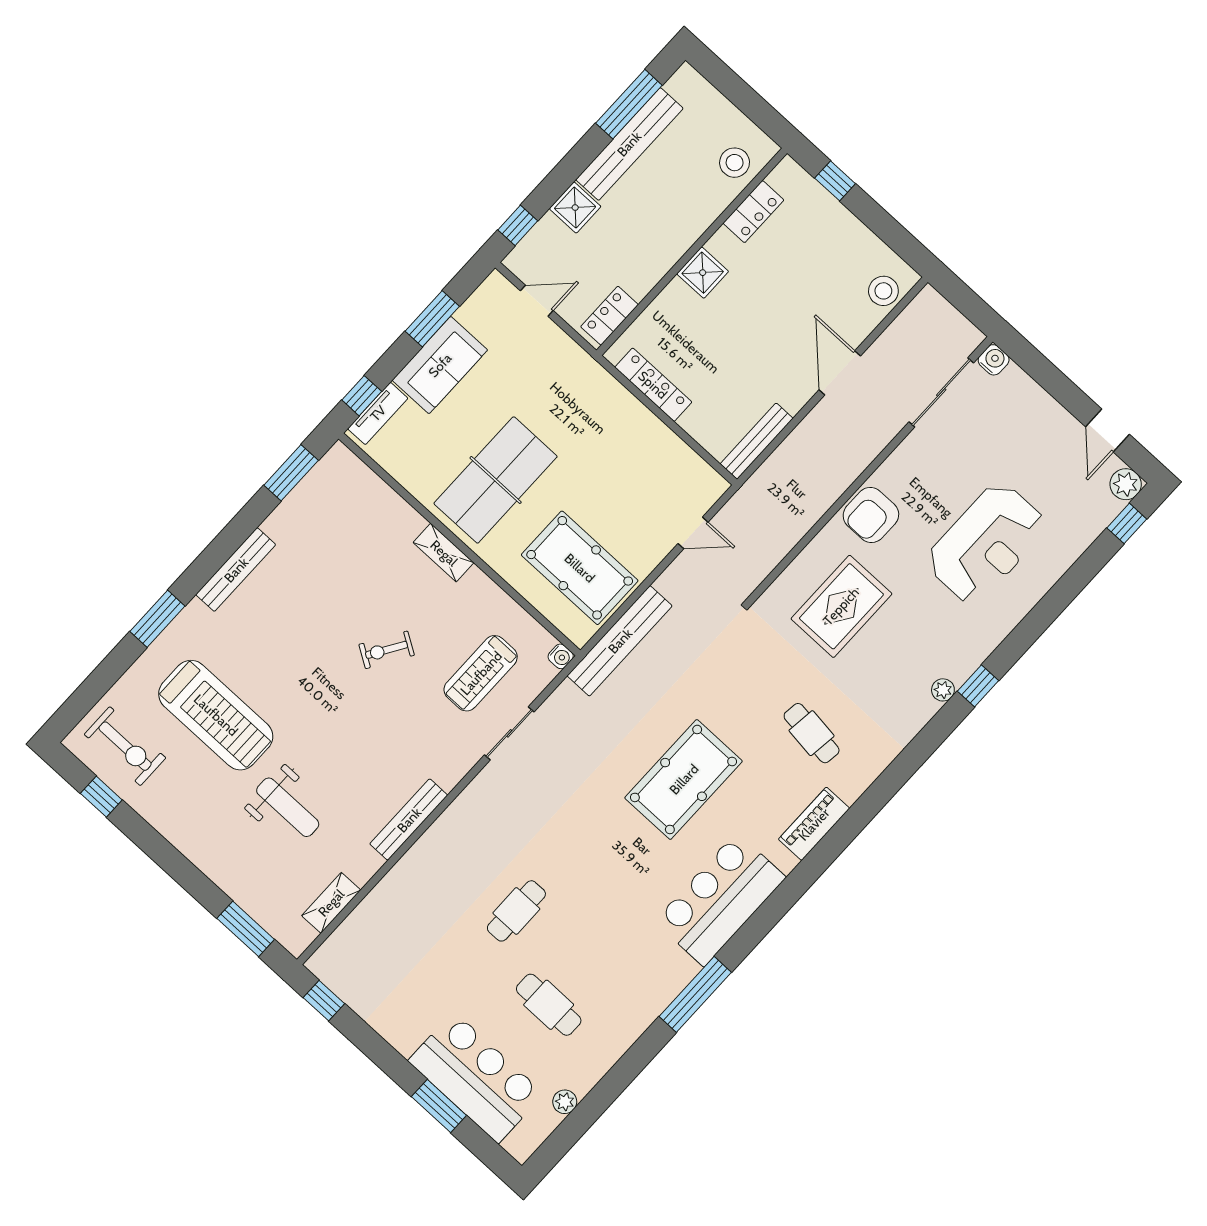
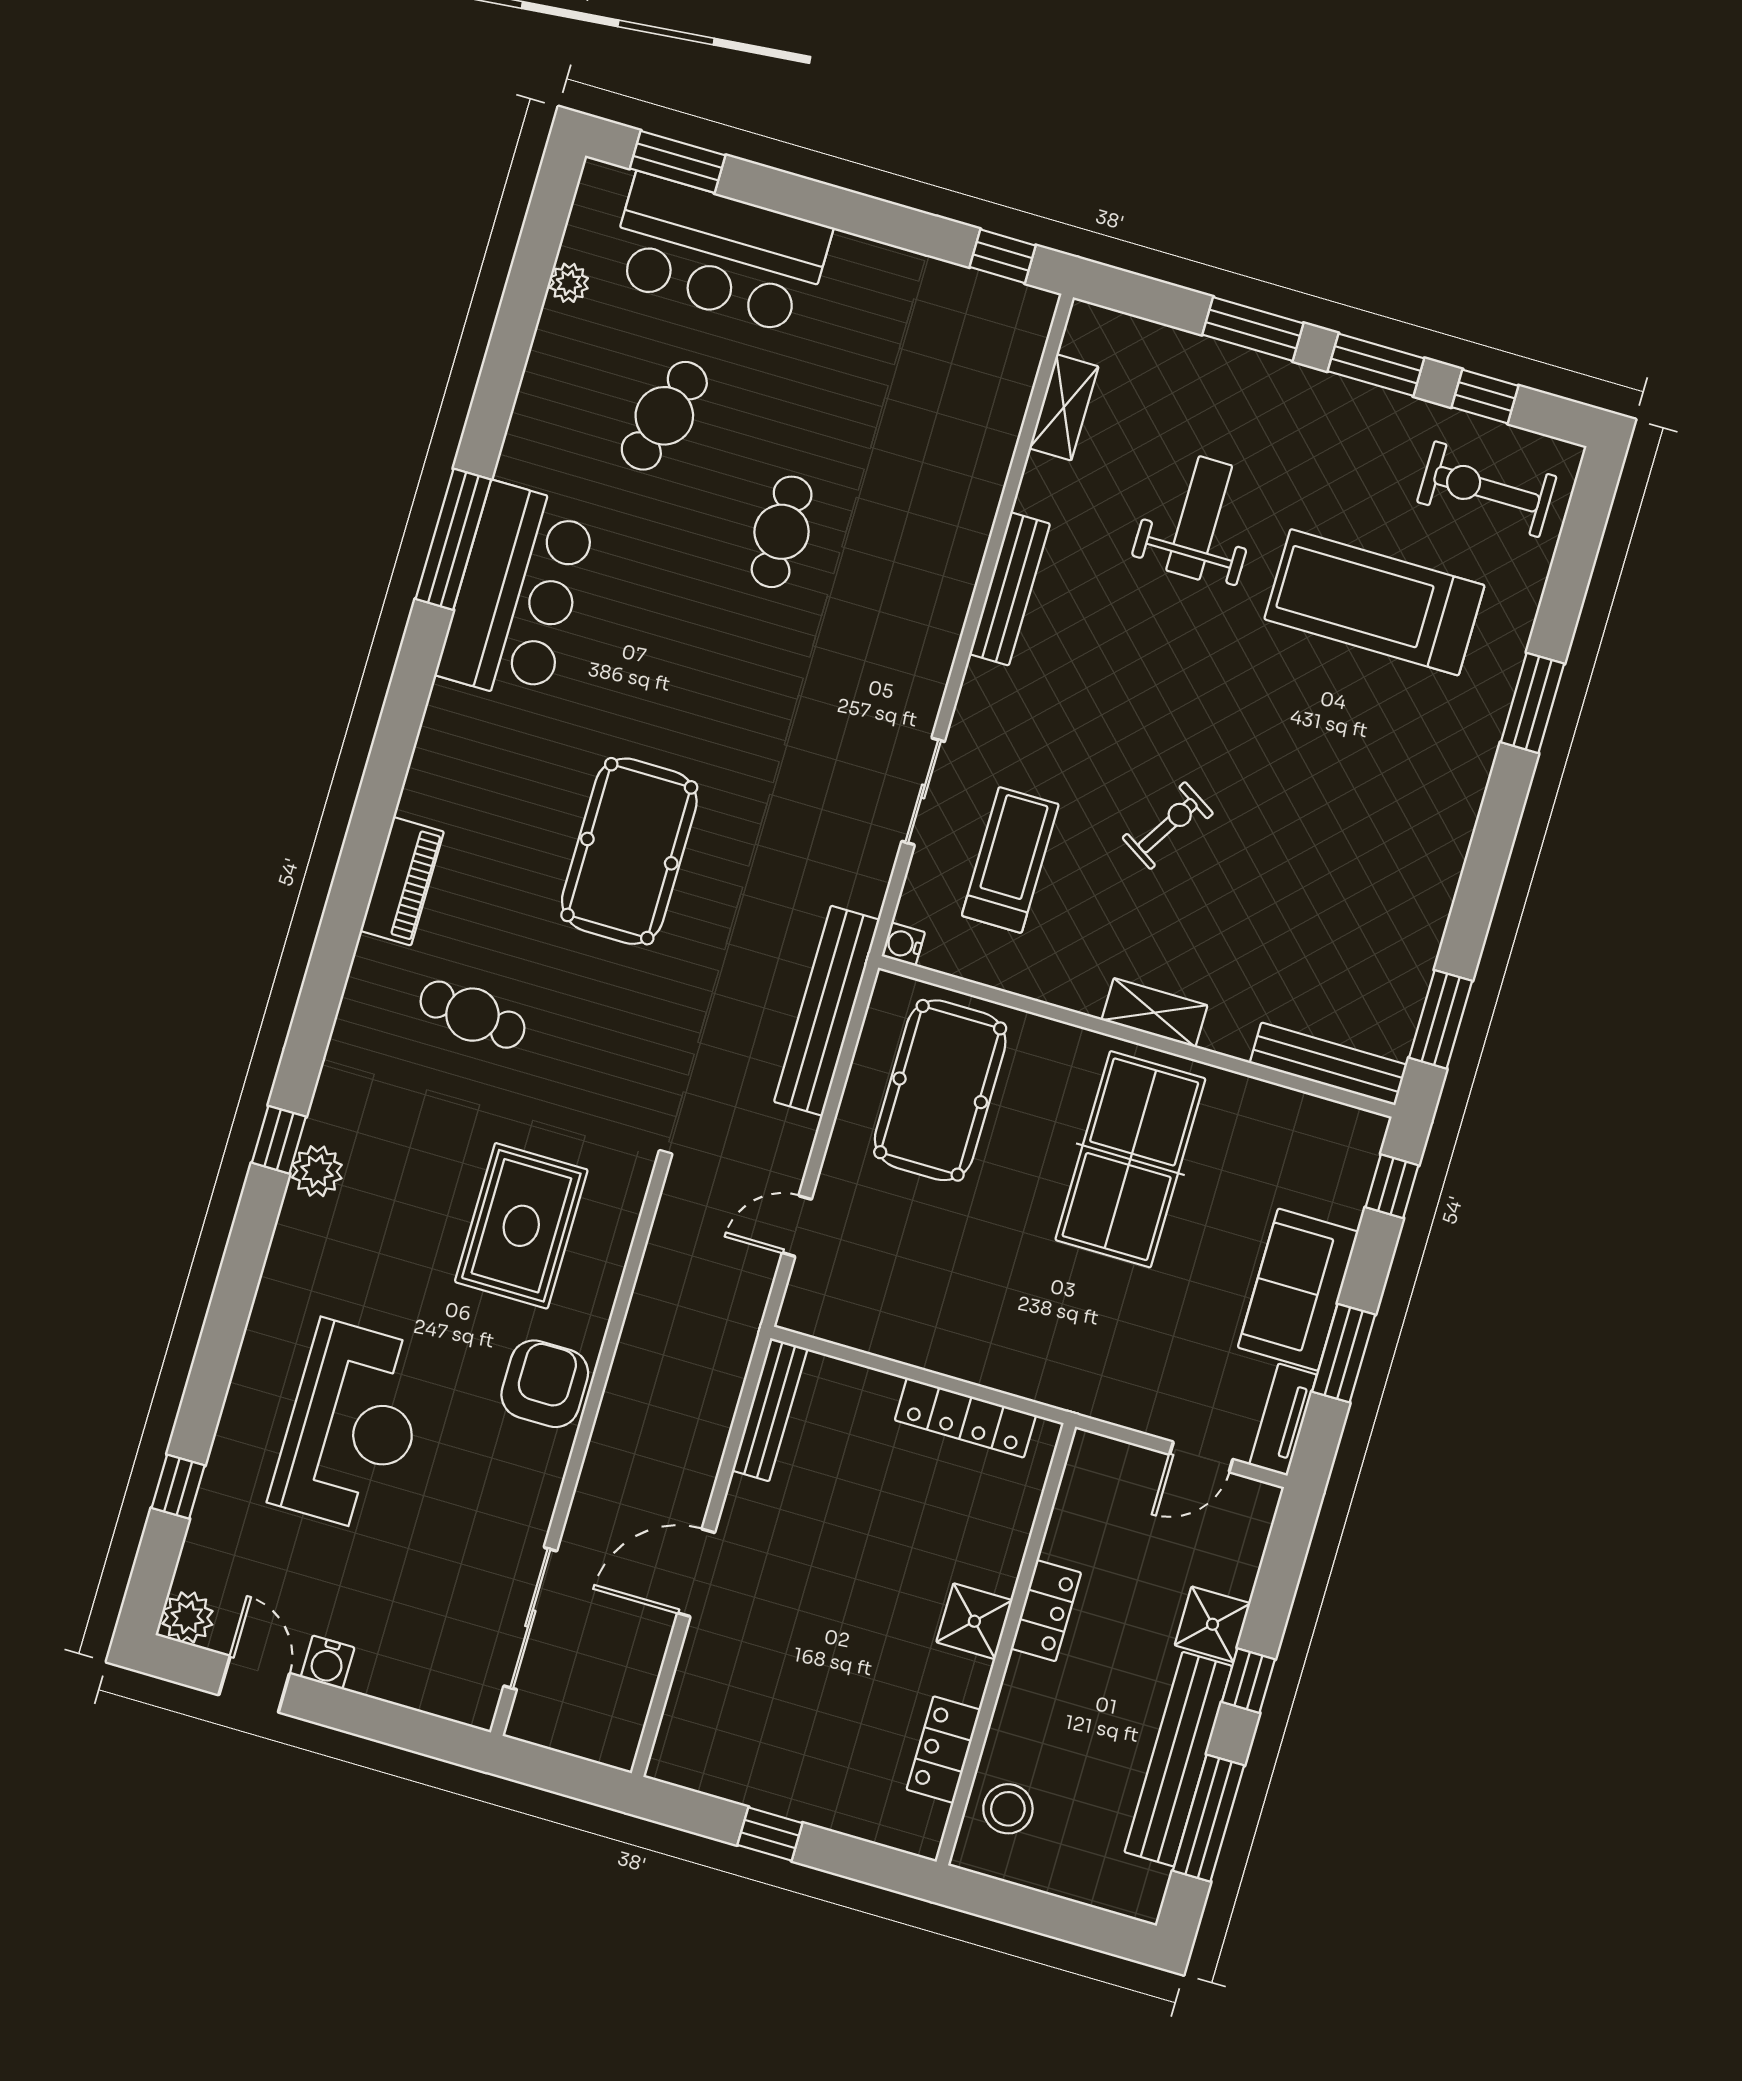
window: (835, 181) -> (770, 1834), moved
window: (518, 225) -> (1248, 1681), moved
stool: (883, 291) -> (691, 1727), removed
locker: (609, 316) -> (1046, 1611), moved
water cooler: (994, 360) -> (328, 1662), moved
door: (840, 373) -> (696, 1573), swing flipped
tv unit: (378, 413) -> (1283, 1420), moved
window: (1127, 523) -> (178, 1487), moved
reception desk: (986, 543) -> (352, 1426), turned 180
pool table: (580, 568) -> (940, 1090), turned 90
bench: (236, 570) -> (1328, 1064), moved, turned 90
window: (978, 686) -> (279, 1140), moved
plant: (943, 690) -> (317, 1171), width x1.38, depth x1.38
weight bench: (288, 807) -> (1199, 518), turned 90
window: (152, 843) -> (1376, 365), added
bar counter: (720, 899) -> (517, 593), moved
window: (246, 929) -> (1253, 329), moved
cafe table: (549, 1005) -> (664, 416), turned -73
window: (439, 1106) -> (678, 162), moved

